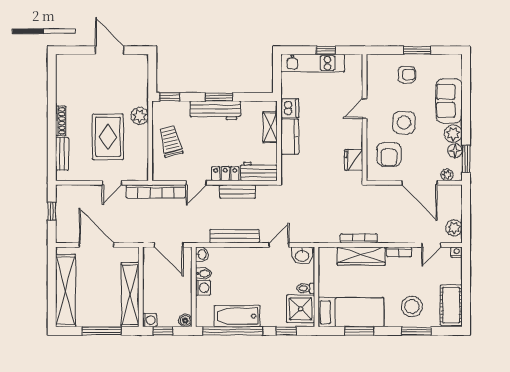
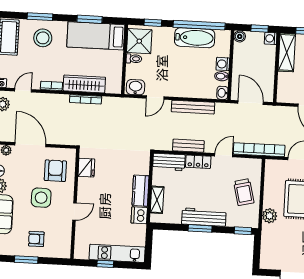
shelving: (130, 295) -> (287, 52), width x0.68

